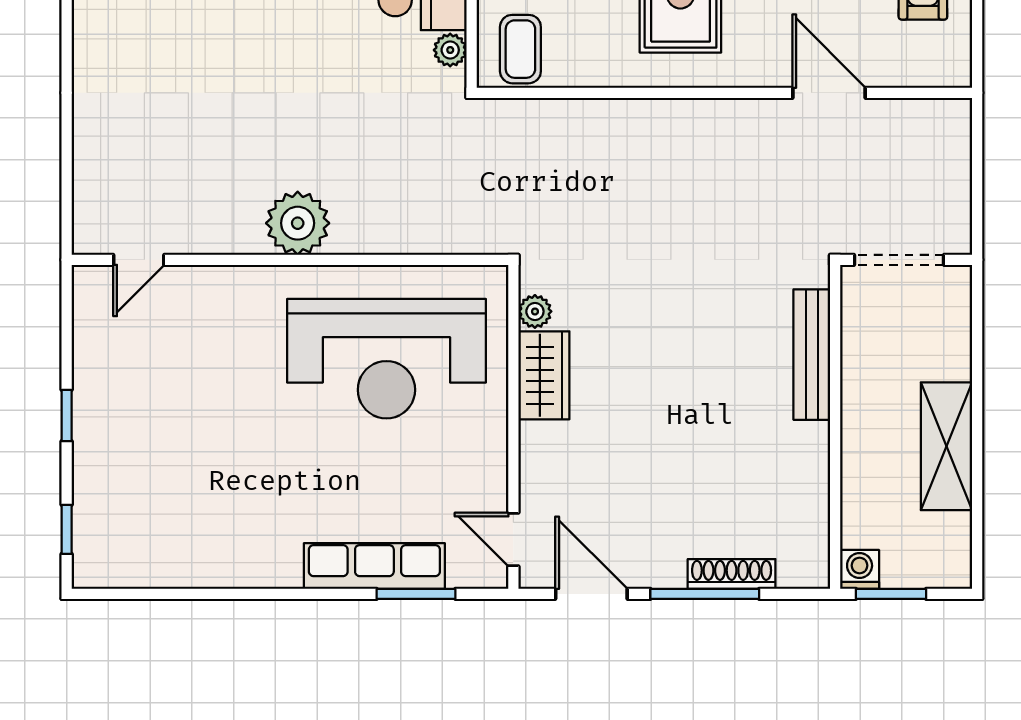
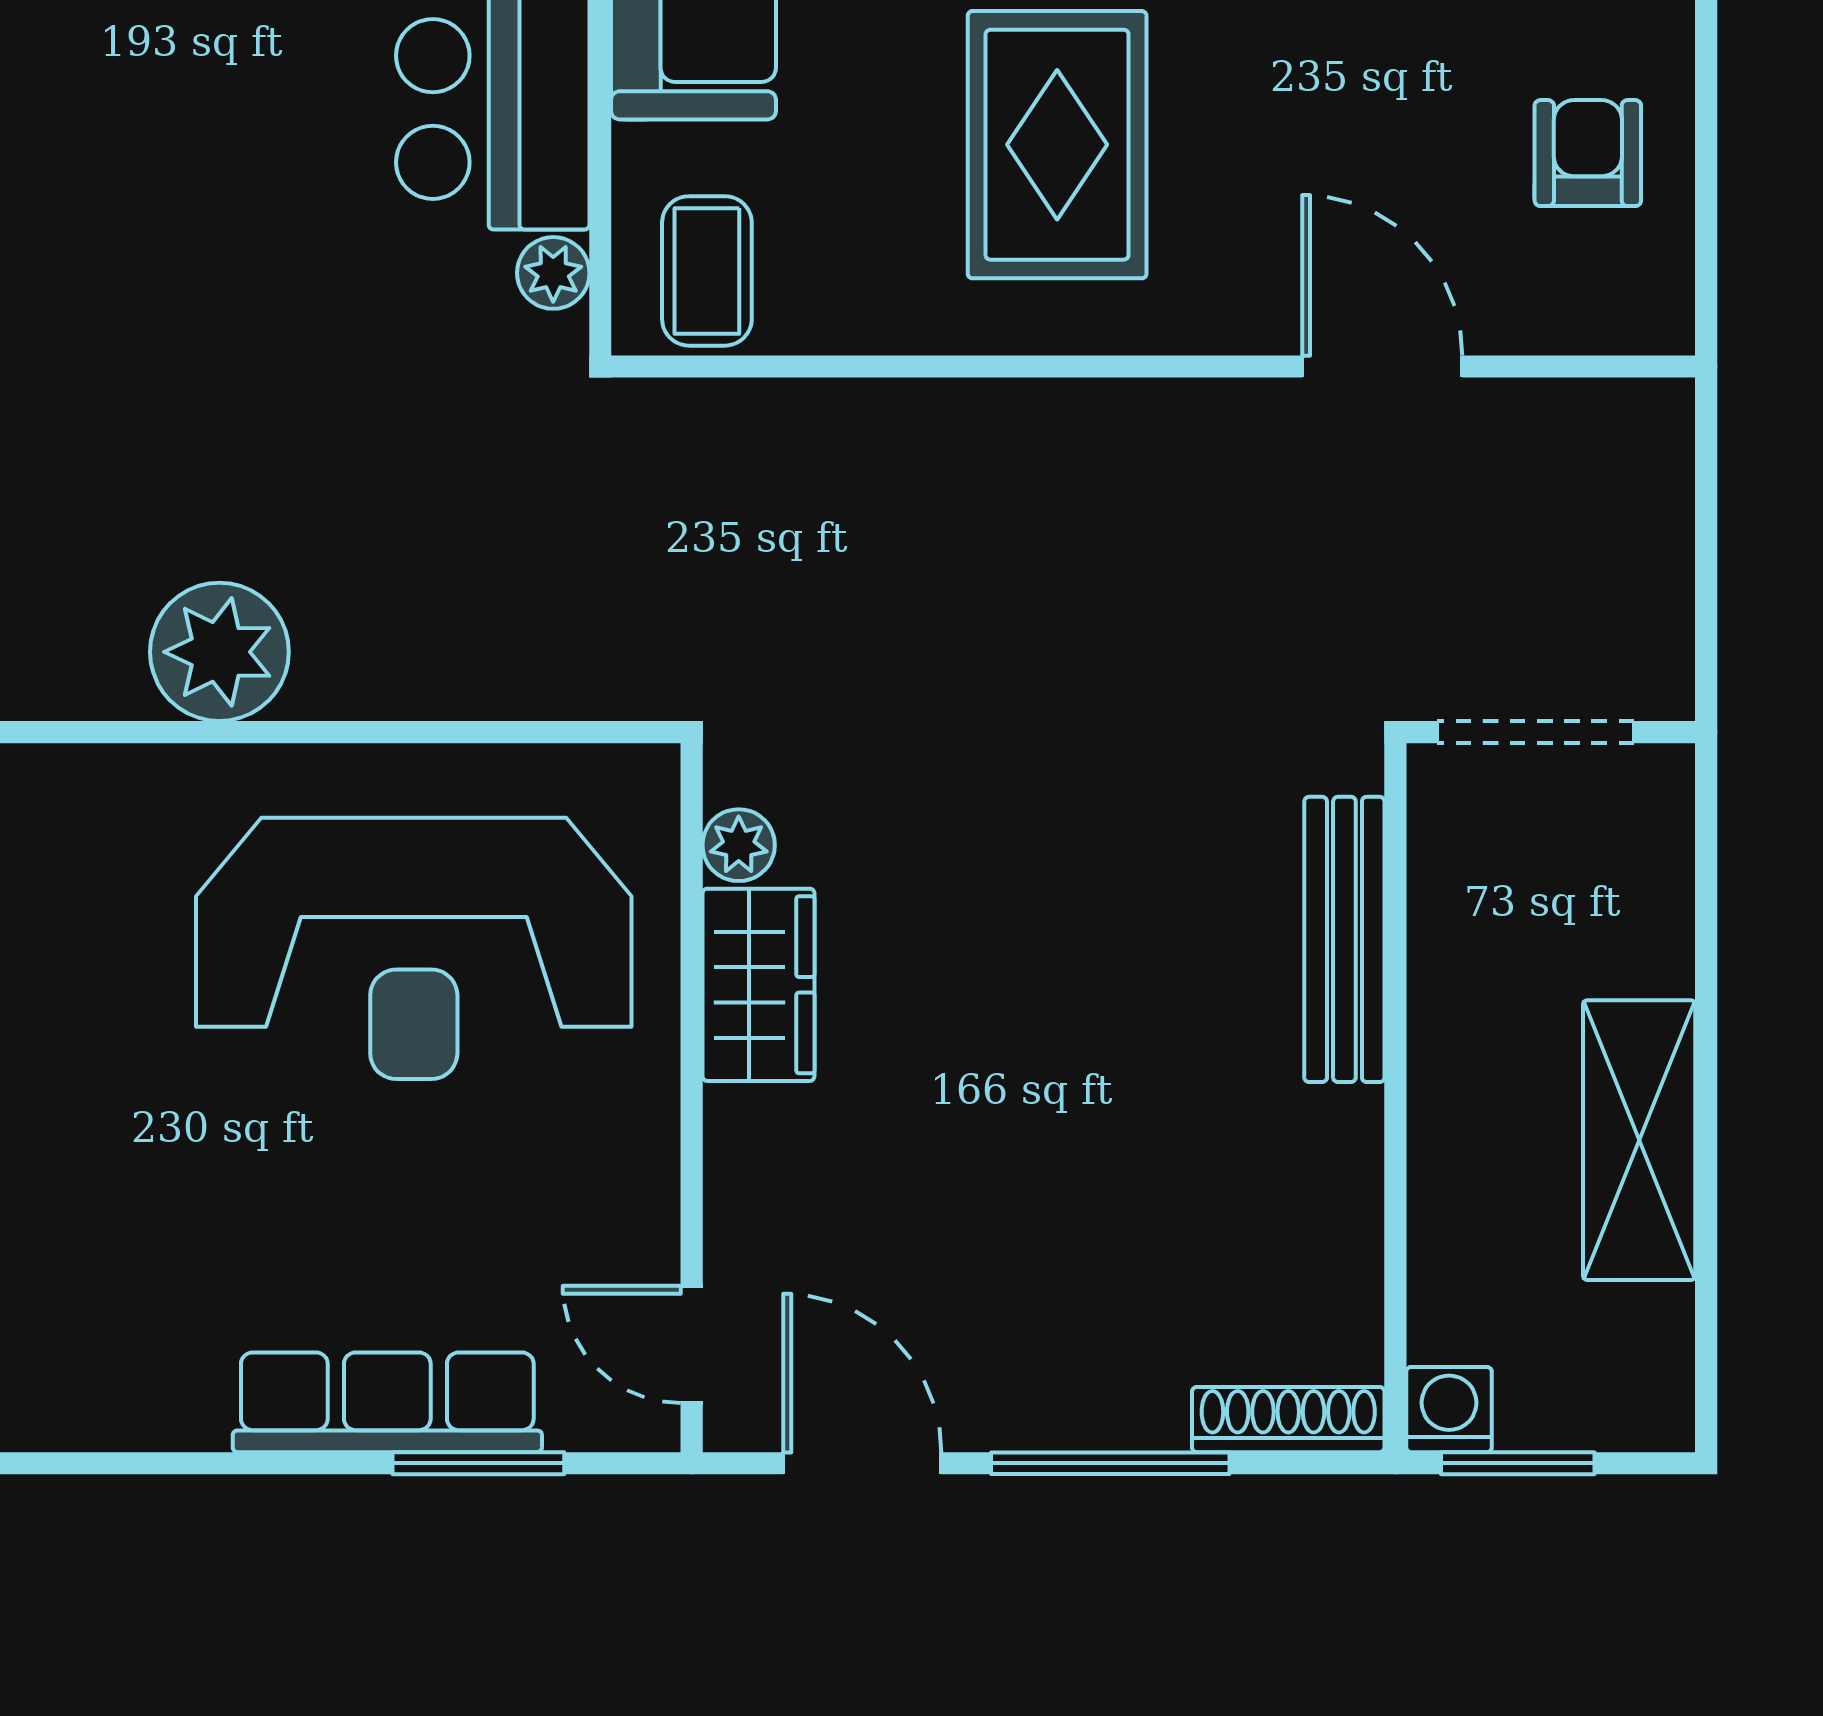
shoe rack: (732, 574) -> (1288, 1420), moved

